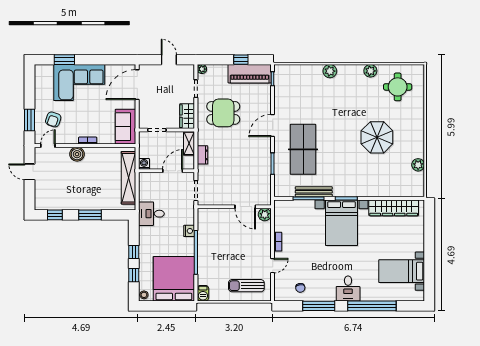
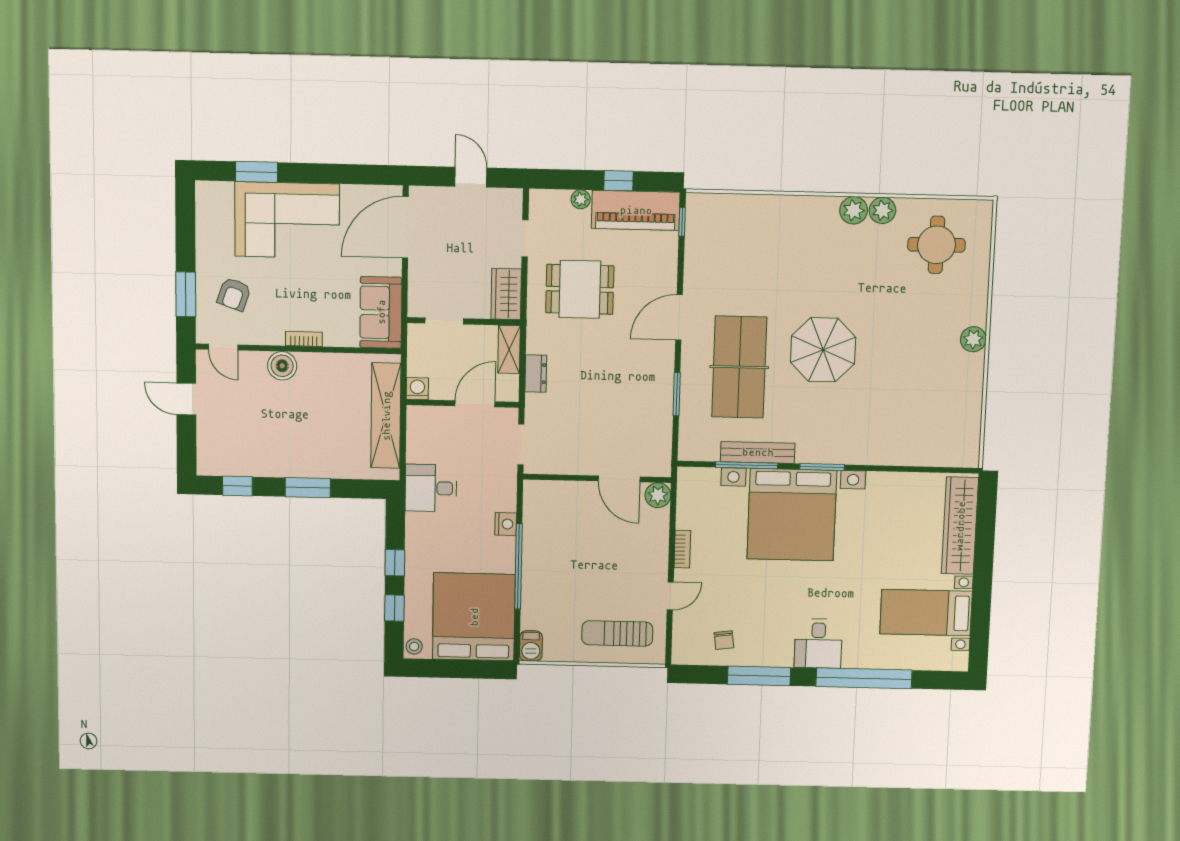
plant: (202, 69) -> (581, 199), moved
plant: (330, 71) -> (854, 210), moved
parasol: (377, 137) -> (823, 350), moved
door: (48, 146) -> (223, 347), swing flipped
plant: (418, 165) -> (973, 339), moved
wardrobe: (394, 208) -> (960, 526), moved, turned 90
bed with nightstands: (342, 223) -> (792, 515), width x1.36

